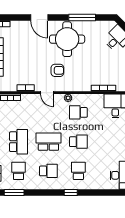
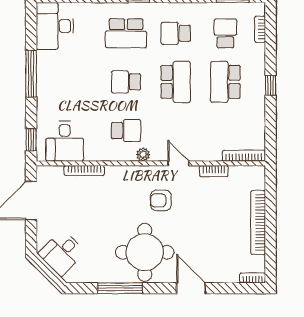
school desk: (48, 142) -> (176, 82), turned -90
school desk: (19, 171) -> (225, 33), turned 180
school desk: (78, 171) -> (126, 33), width x1.85

